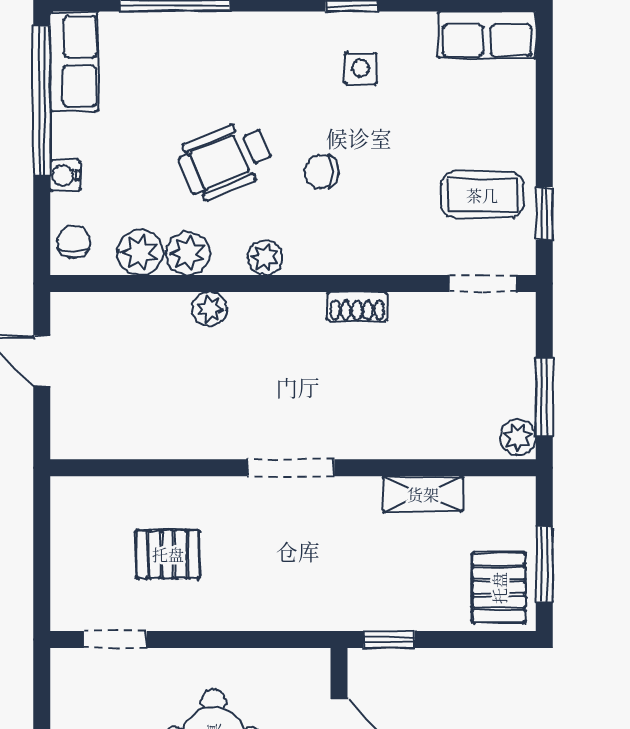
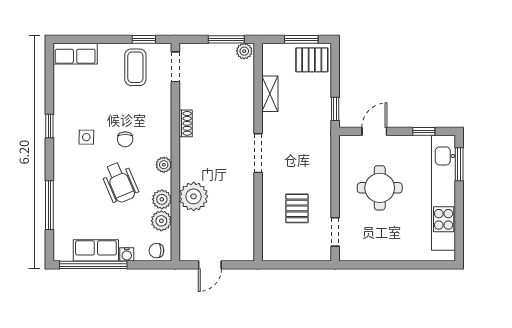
row of seats: (487, 35) -> (75, 54), moved, turned 90
row of seats: (74, 61) -> (96, 250), moved
side table: (361, 68) -> (86, 137), moved
plant: (209, 309) -> (194, 196), width x1.87, depth x1.87

